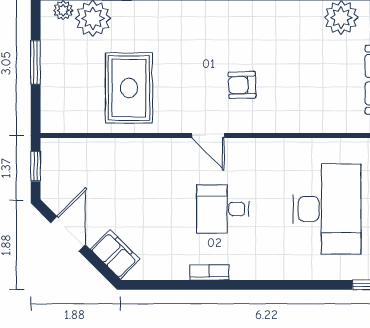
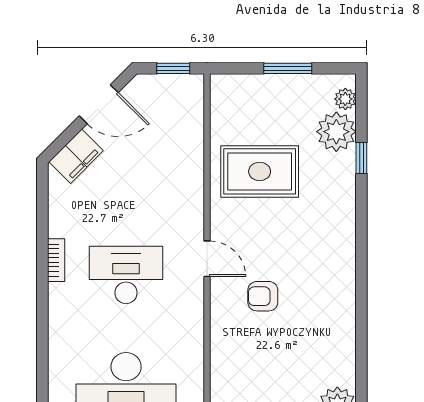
armchair: (242, 85) -> (263, 296), turned -88
door: (208, 136) -> (207, 259), swing flipped
desk: (223, 209) -> (126, 275), width x1.37

